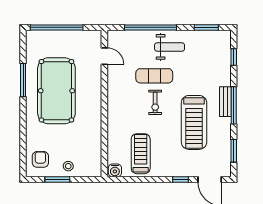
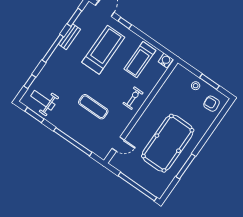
weight bench: (170, 47) -> (43, 100), moved
door: (104, 56) -> (118, 144), swing flipped
exercise bike: (155, 102) -> (133, 98), moved
bench: (225, 102) -> (69, 37), moved
treadmill: (194, 122) -> (103, 50), moved
armchair: (40, 159) -> (212, 104), turned 85

